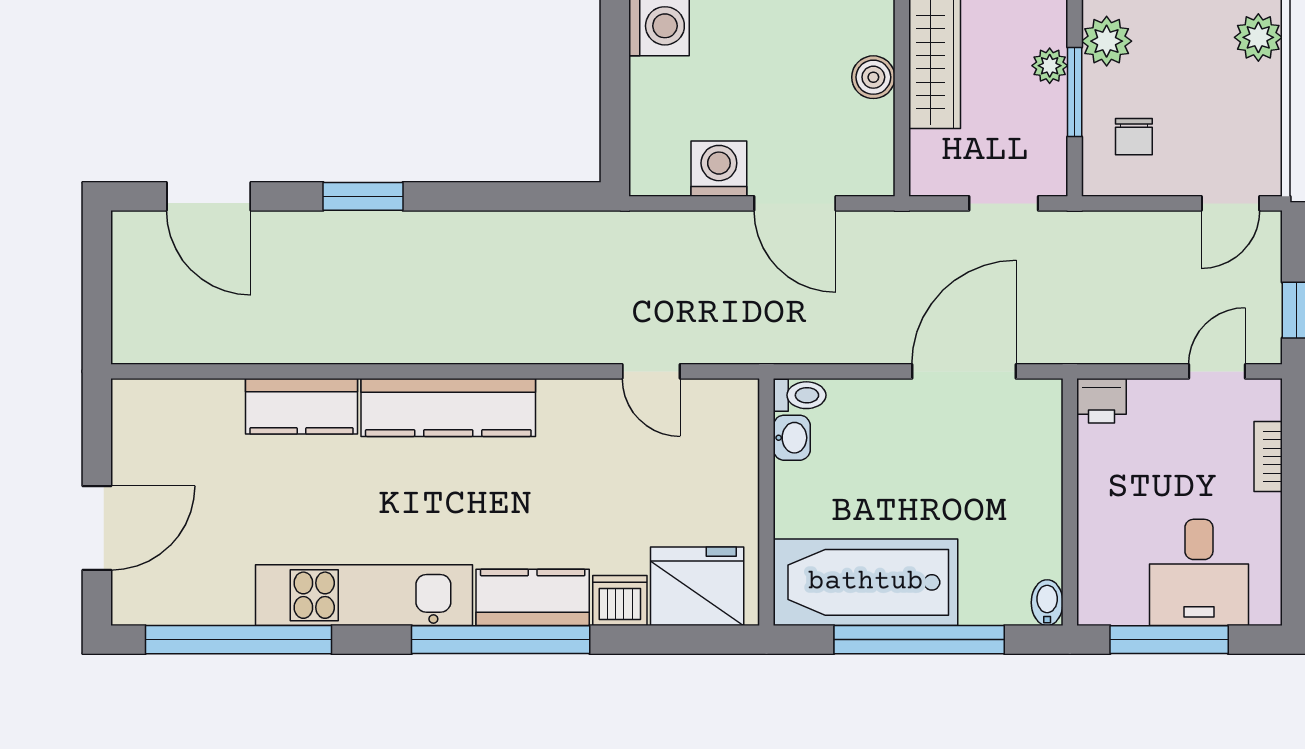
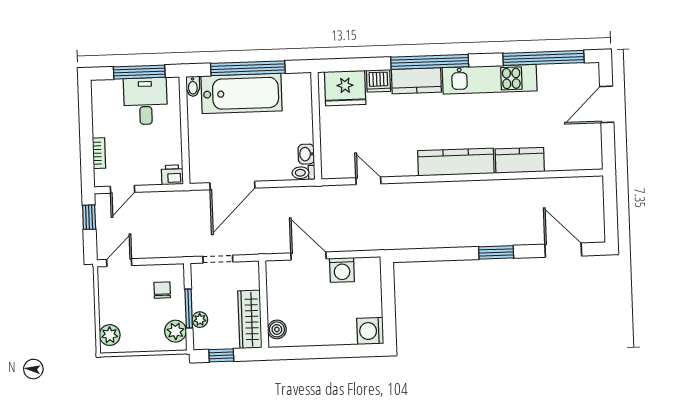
boiler: (873, 77) -> (277, 329), moved
desk: (1199, 572) -> (145, 101), moved
bathtub: (866, 582) -> (242, 93), moved

